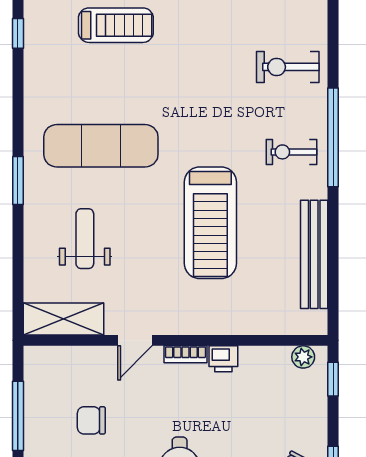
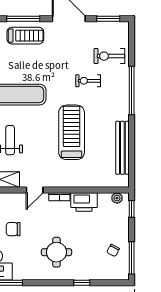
exercise bike: (291, 152) -> (88, 81), moved
treadmill: (210, 223) -> (72, 132), turned 180
printer: (223, 359) -> (84, 202), width x1.87, depth x1.48

